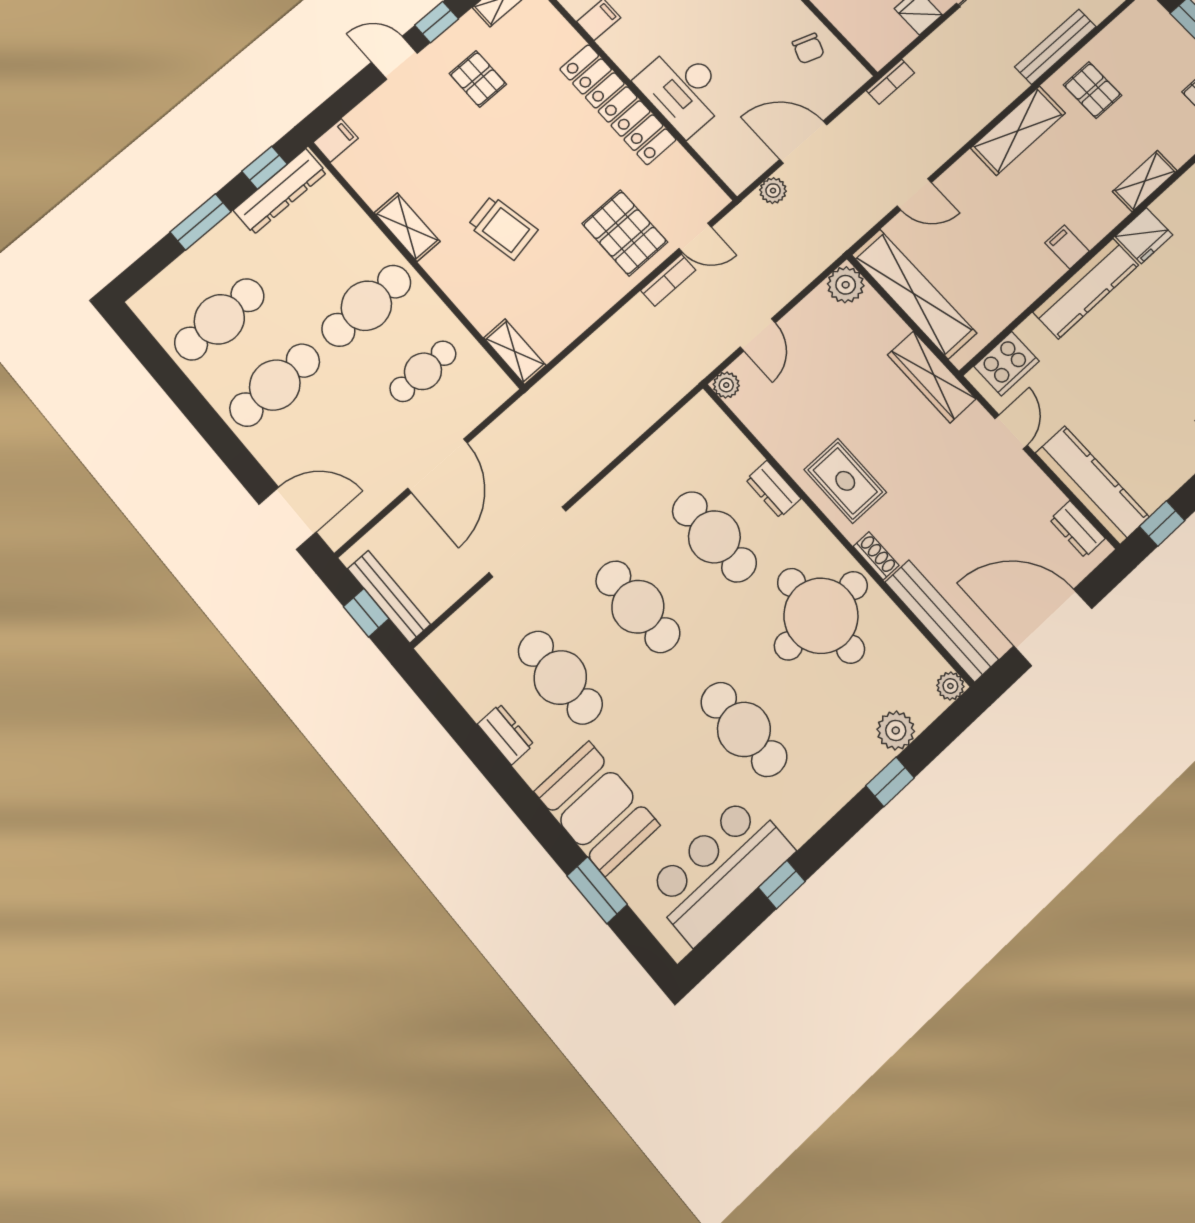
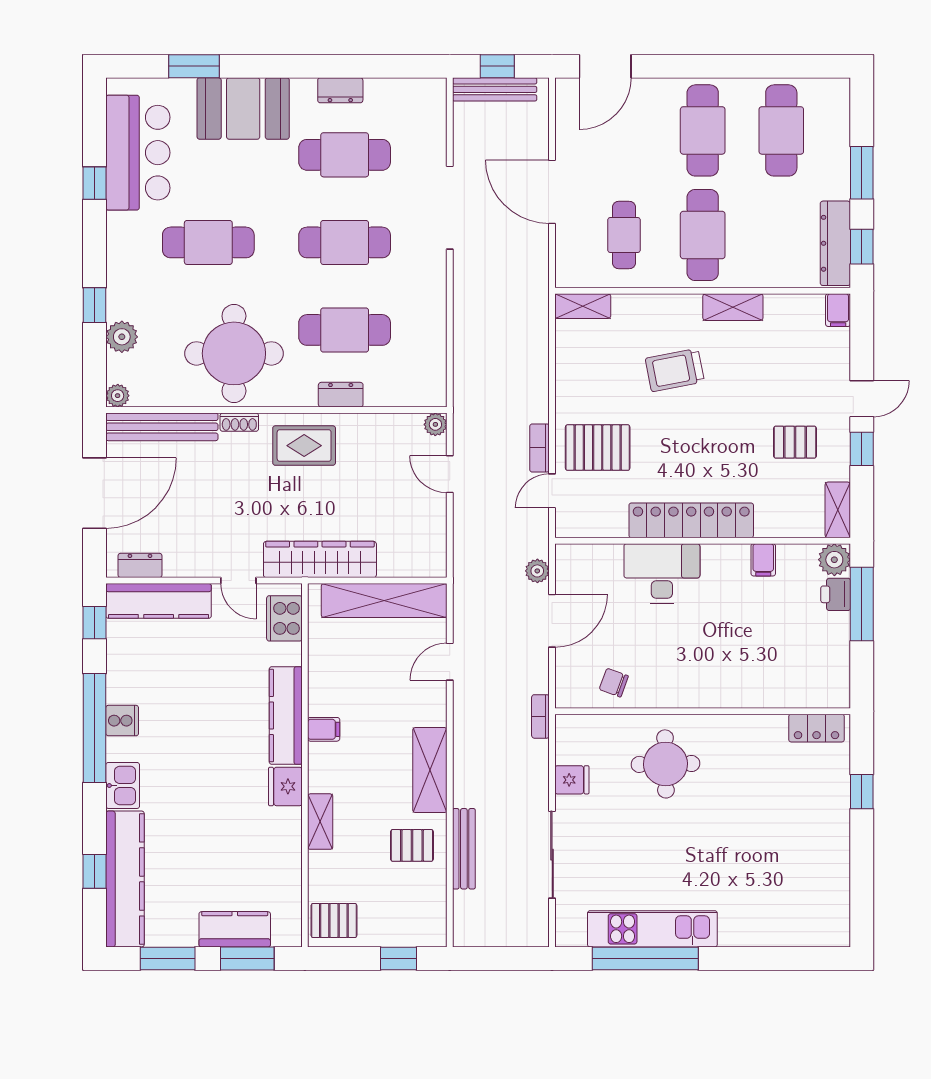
plant: (846, 285) -> (431, 561), removed
wardrobe: (932, 377) -> (320, 559), width x1.40, depth x1.17

